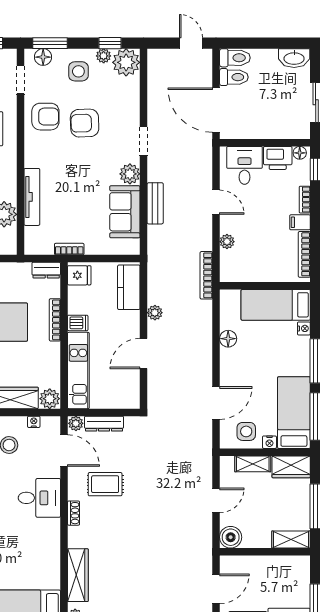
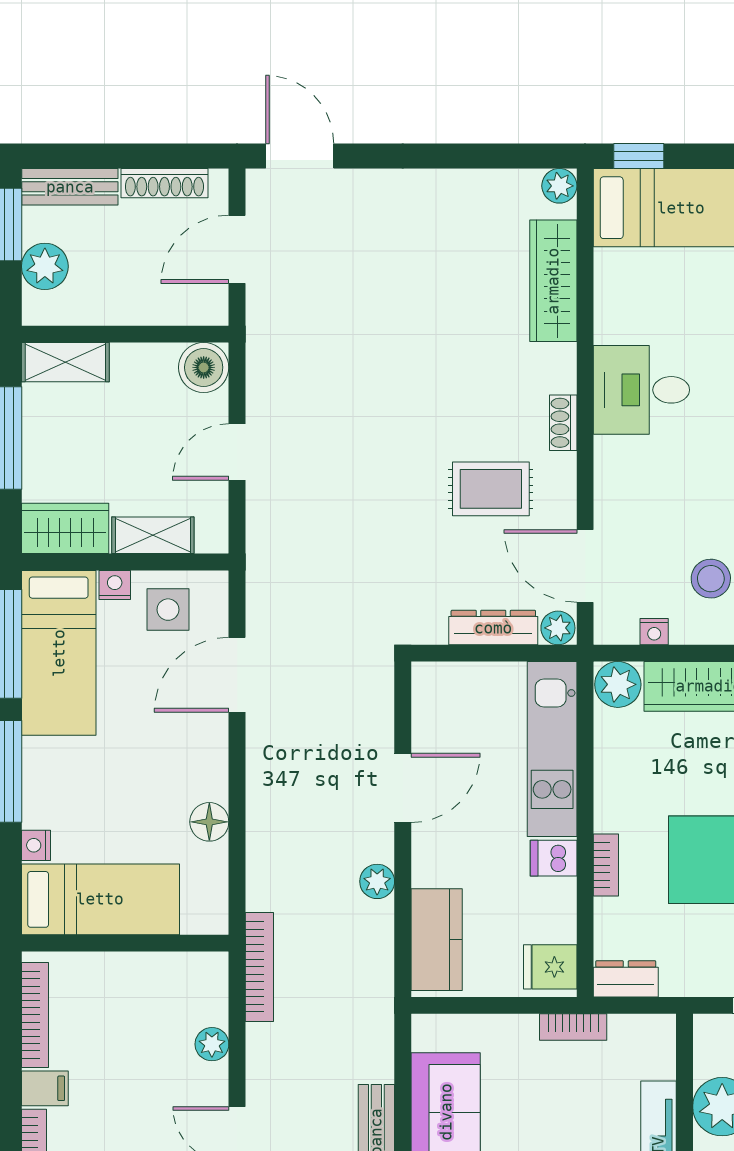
bookcase: (55, 320) -> (606, 865), width x0.64
desk: (39, 498) -> (641, 390), moved
plant: (300, 581) -> (45, 266), added

